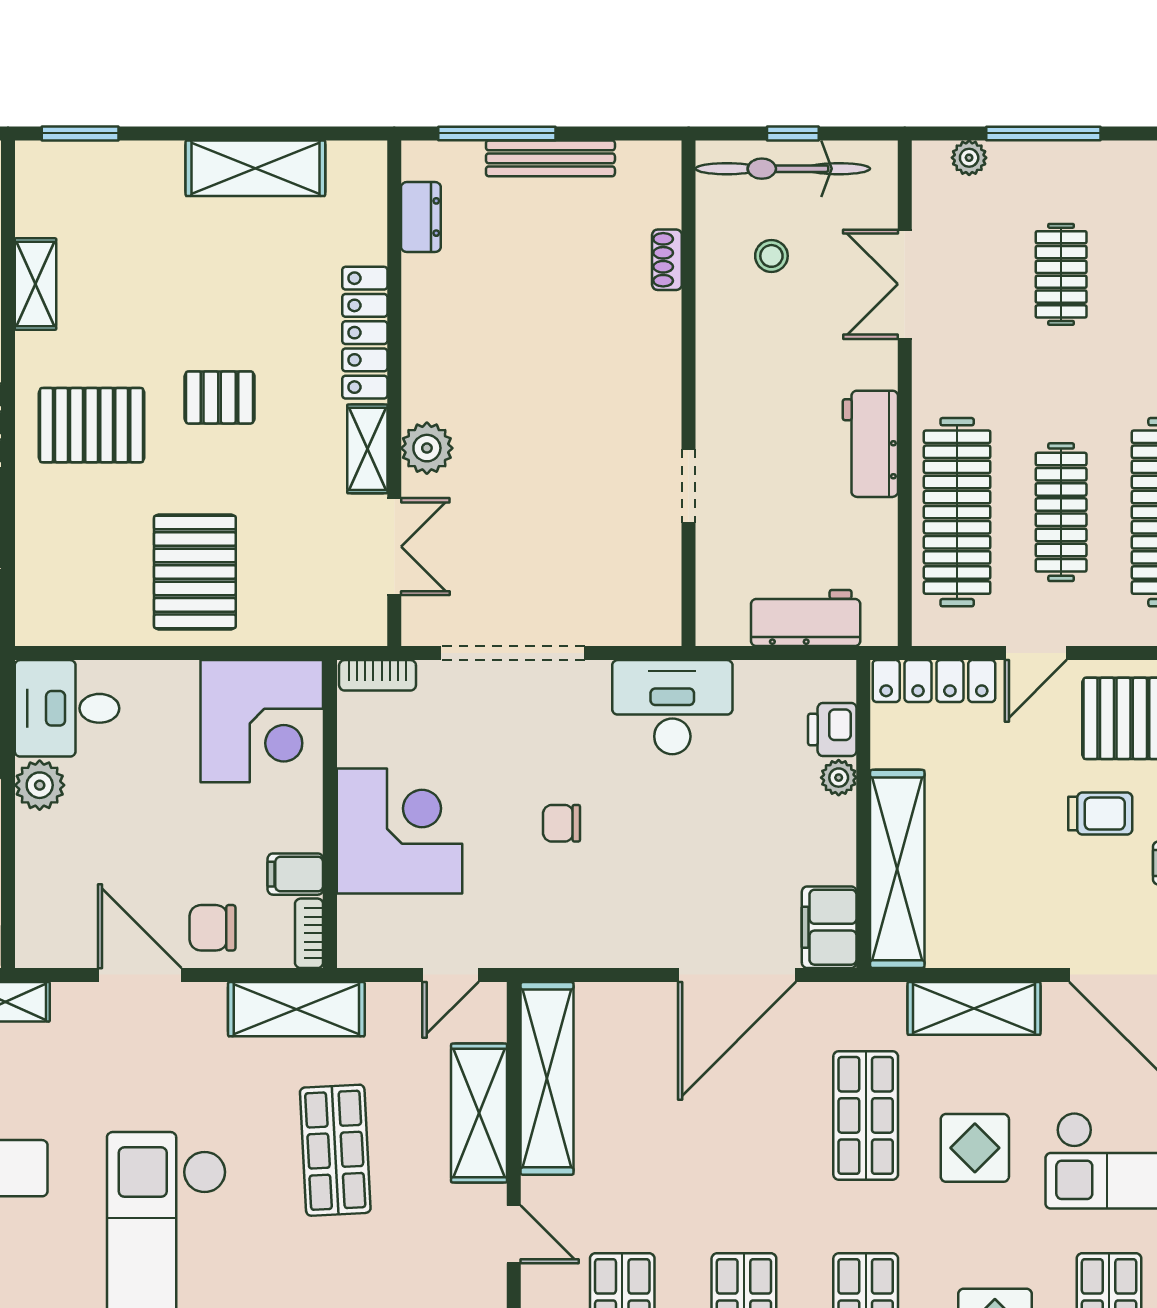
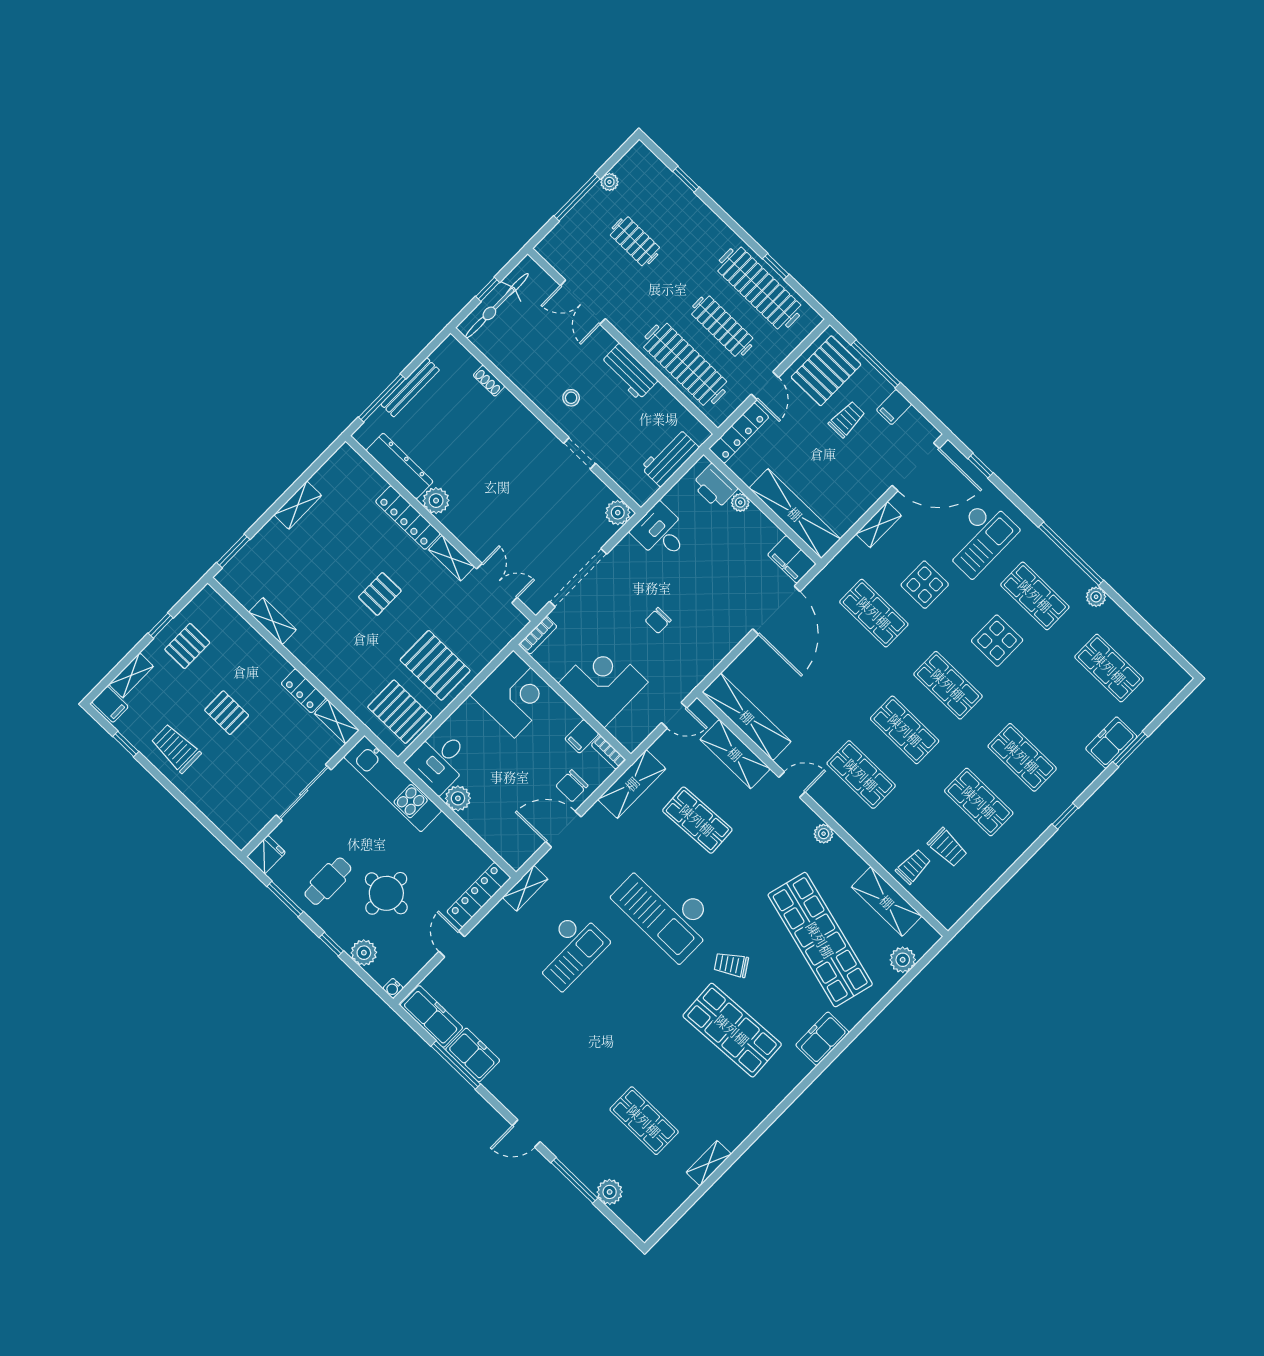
plant: (969, 158) -> (609, 182), moved
shelving: (255, 168) -> (298, 505), width x0.67, depth x0.75
dresser: (421, 217) -> (400, 466), width x1.96, depth x1.24
stool: (771, 256) -> (571, 398), moved
pallet: (92, 425) -> (400, 712), moved, turned 90
plant: (427, 448) -> (436, 501), moved
plant: (658, 620) -> (618, 513), added
desk: (672, 707) -> (661, 532), width x0.73
printer: (832, 730) -> (715, 486), width x1.36, depth x1.24
door: (451, 975) -> (674, 715), hinge flipped
shelving: (974, 1008) -> (879, 525), width x0.67, depth x0.75

